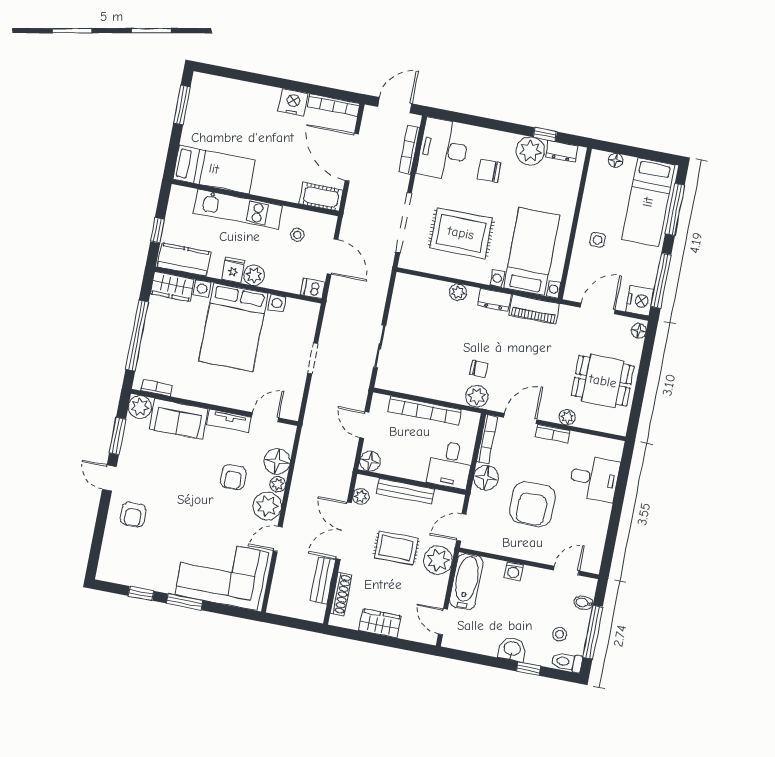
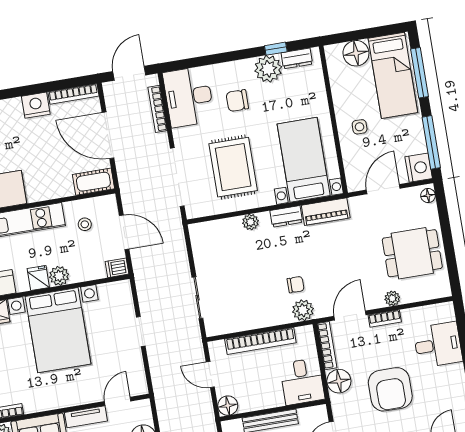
floor lamp: (616, 160) -> (356, 53), width x1.89, depth x1.89
rug: (461, 233) -> (233, 167), turned 90

